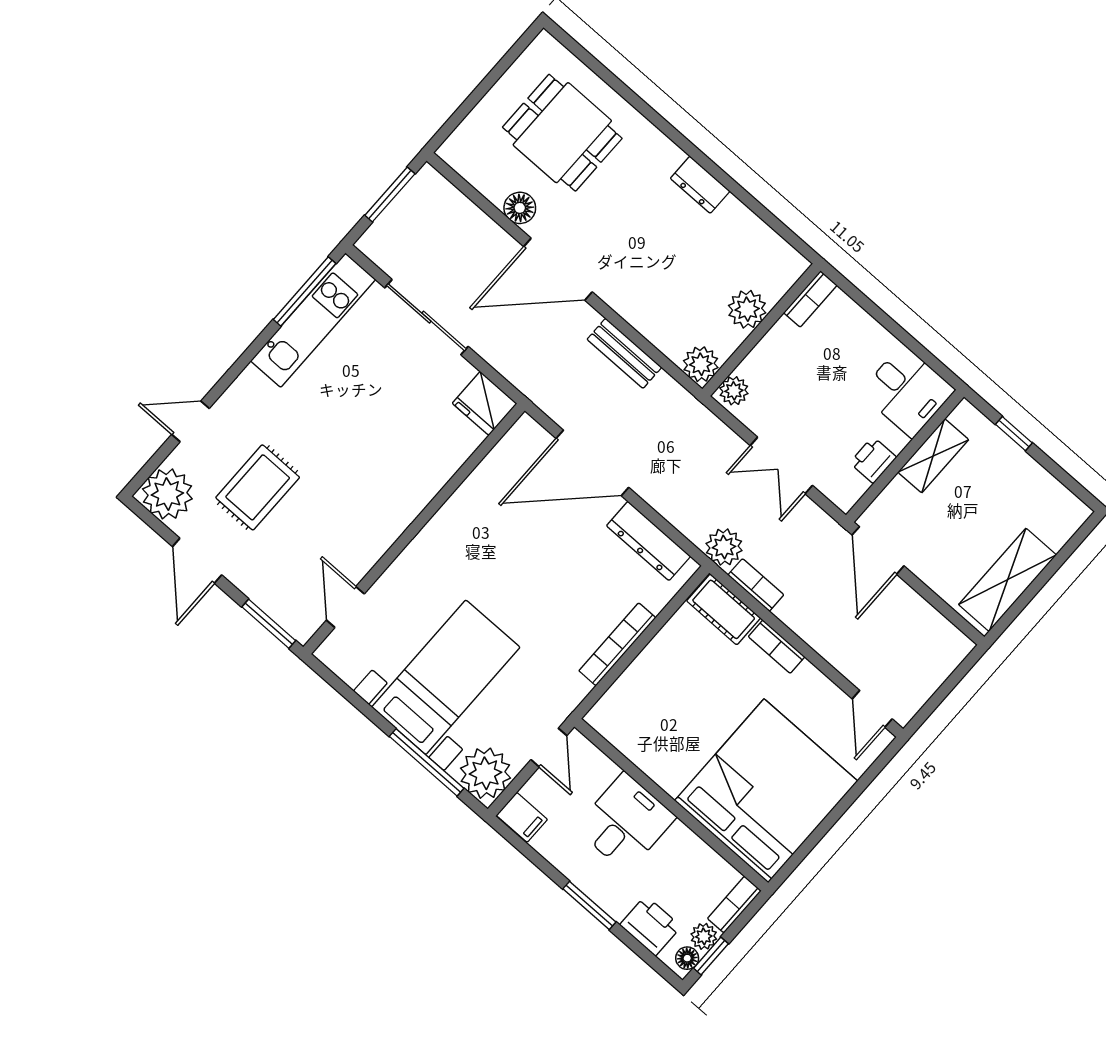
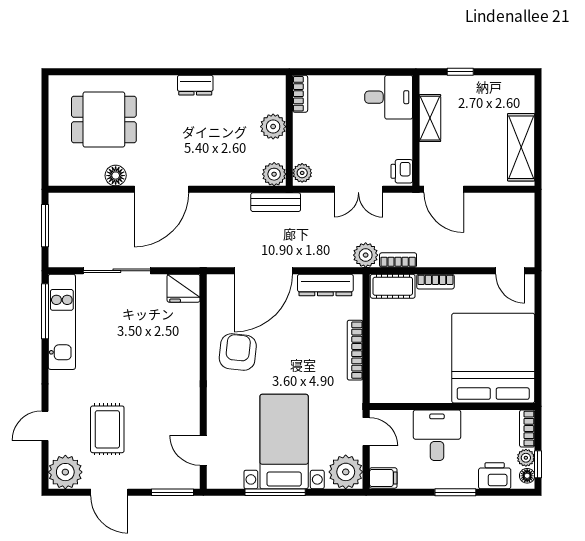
bench: (624, 353) -> (276, 202), moved
printer: (873, 460) -> (402, 171), moved
armchair: (483, 530) -> (238, 352), added
window: (427, 762) -> (275, 492), moved

